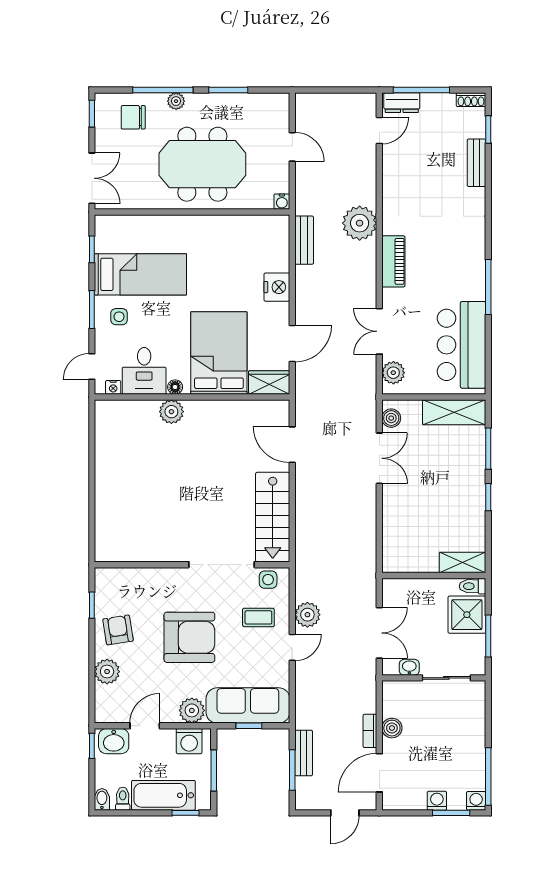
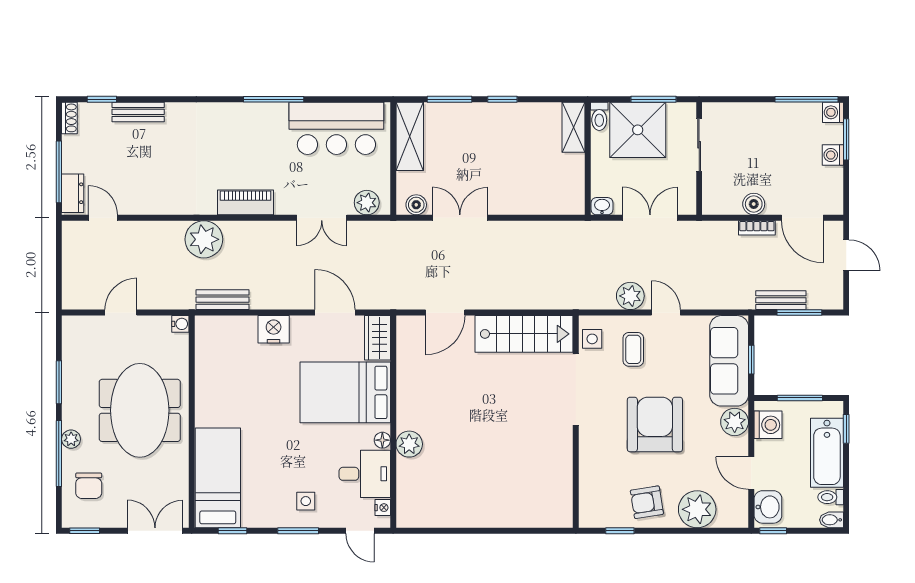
bed: (140, 274) -> (218, 478), moved
shower: (467, 615) -> (638, 130), width x1.37, depth x1.37
washbasin: (409, 667) -> (602, 206), moved, turned 90
plant: (107, 672) -> (697, 509), width x1.36, depth x1.36

